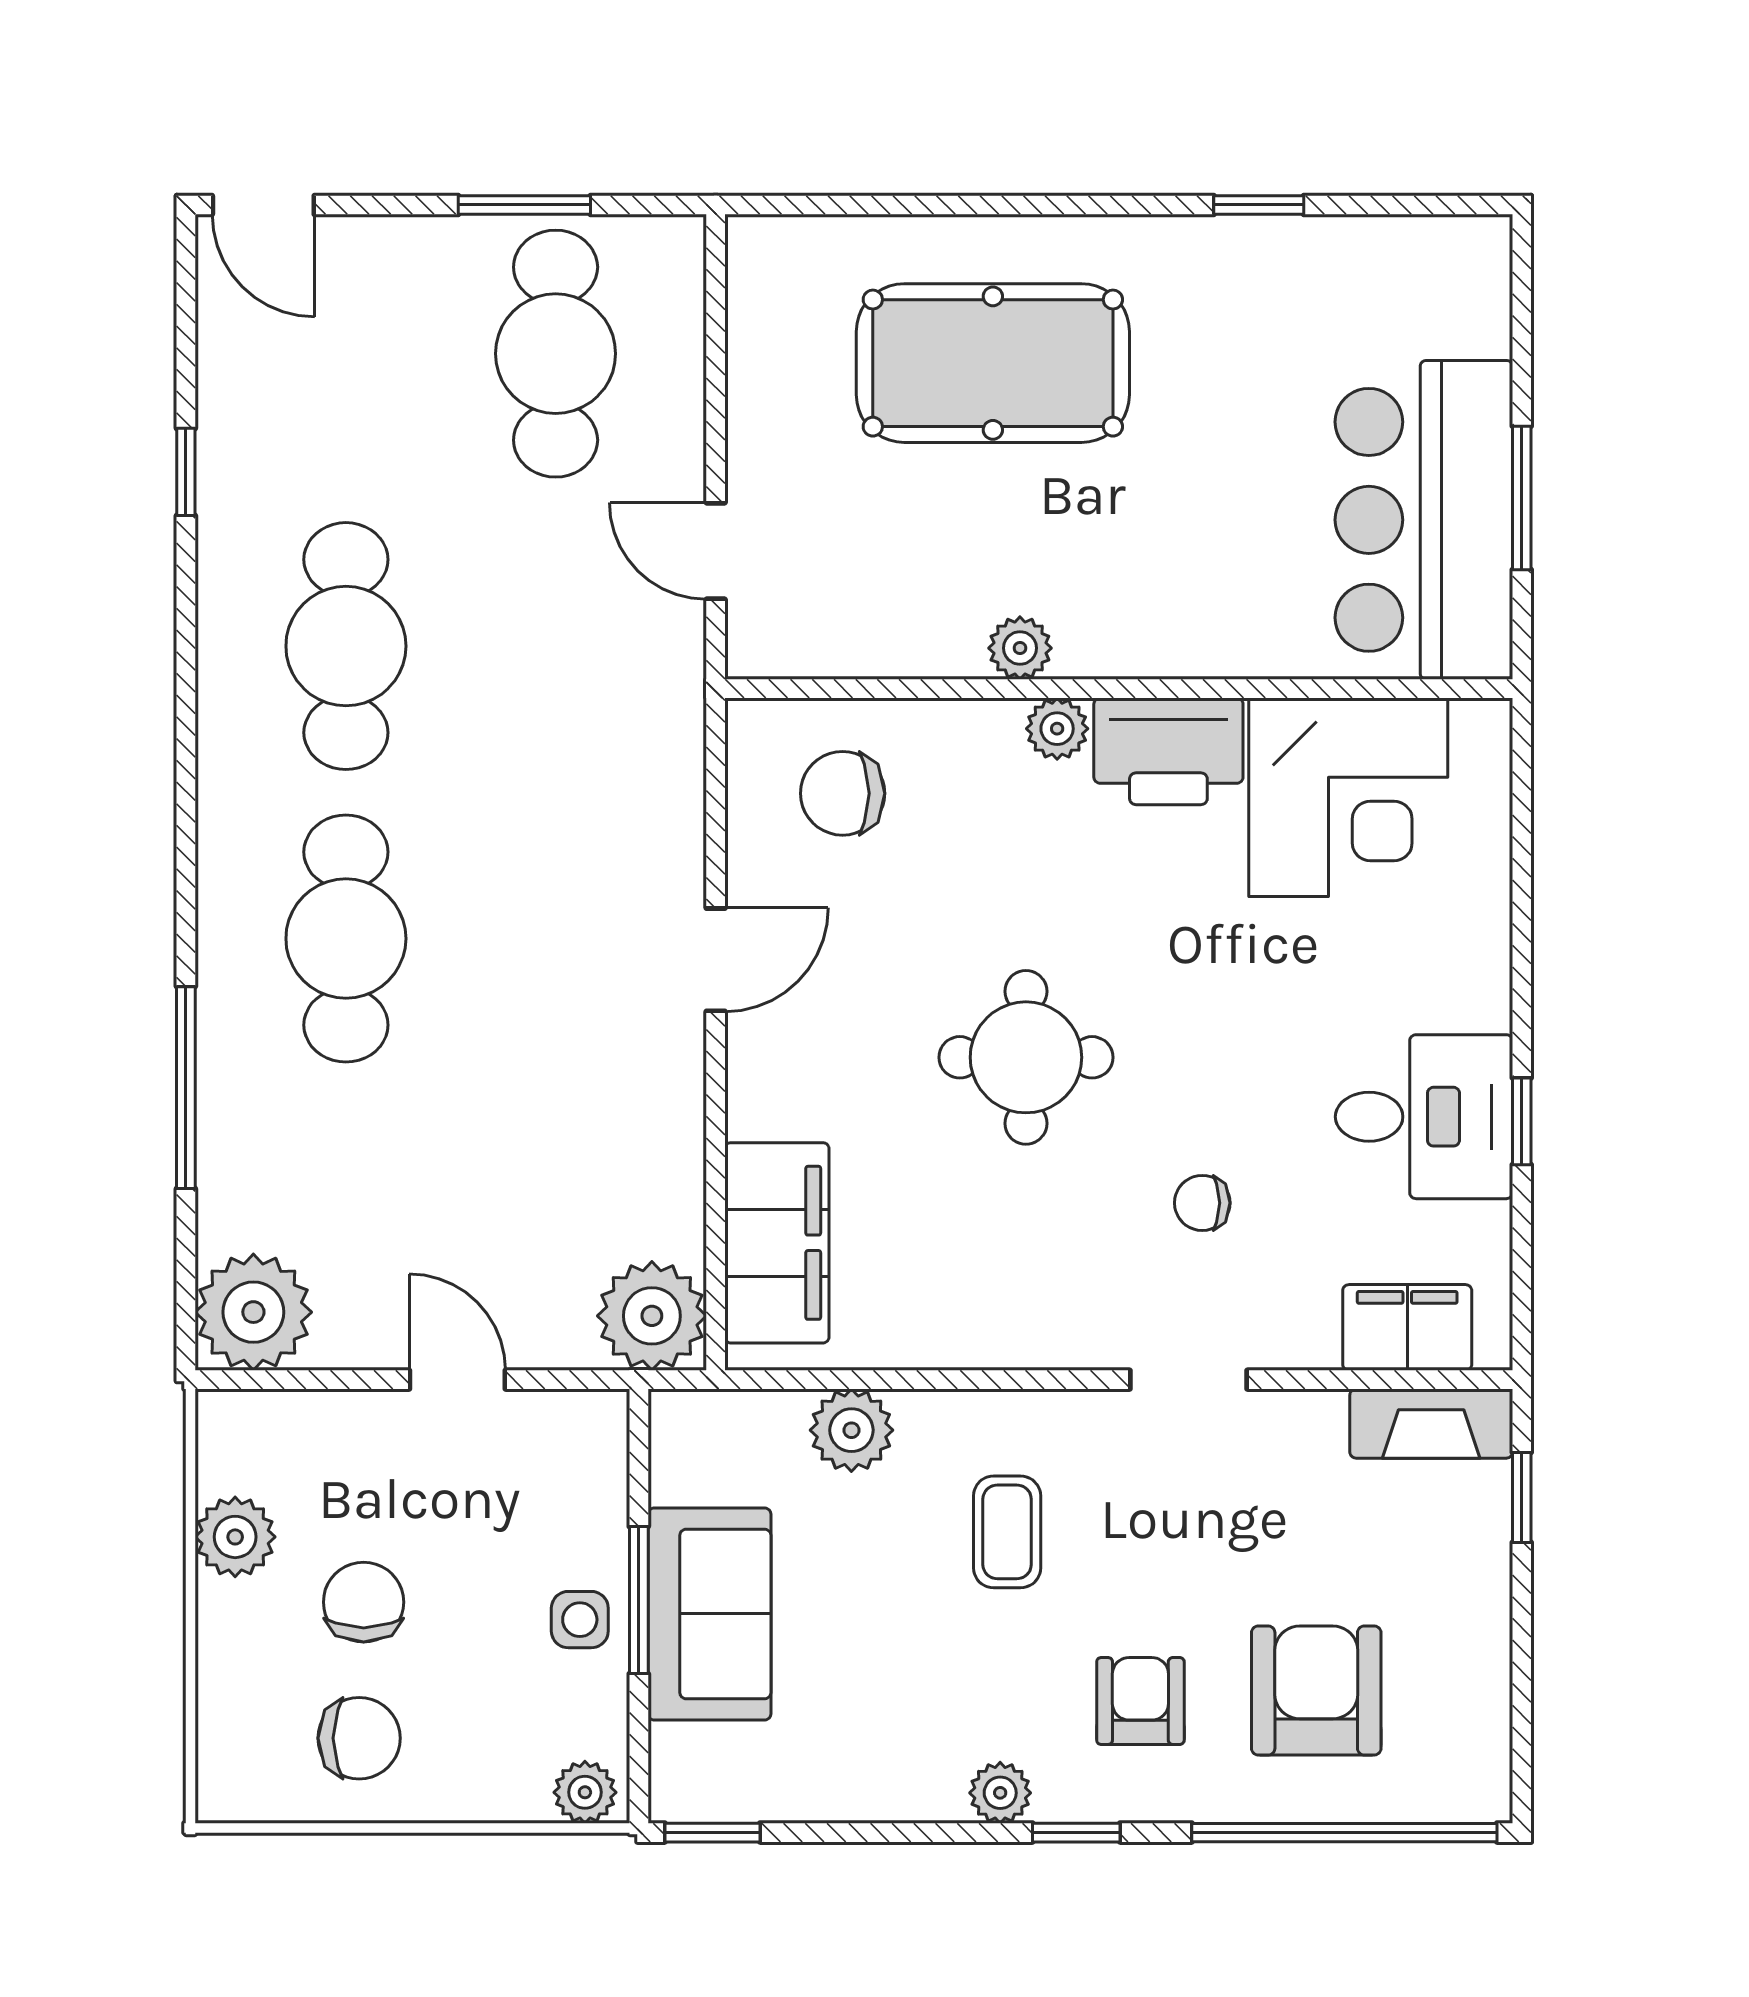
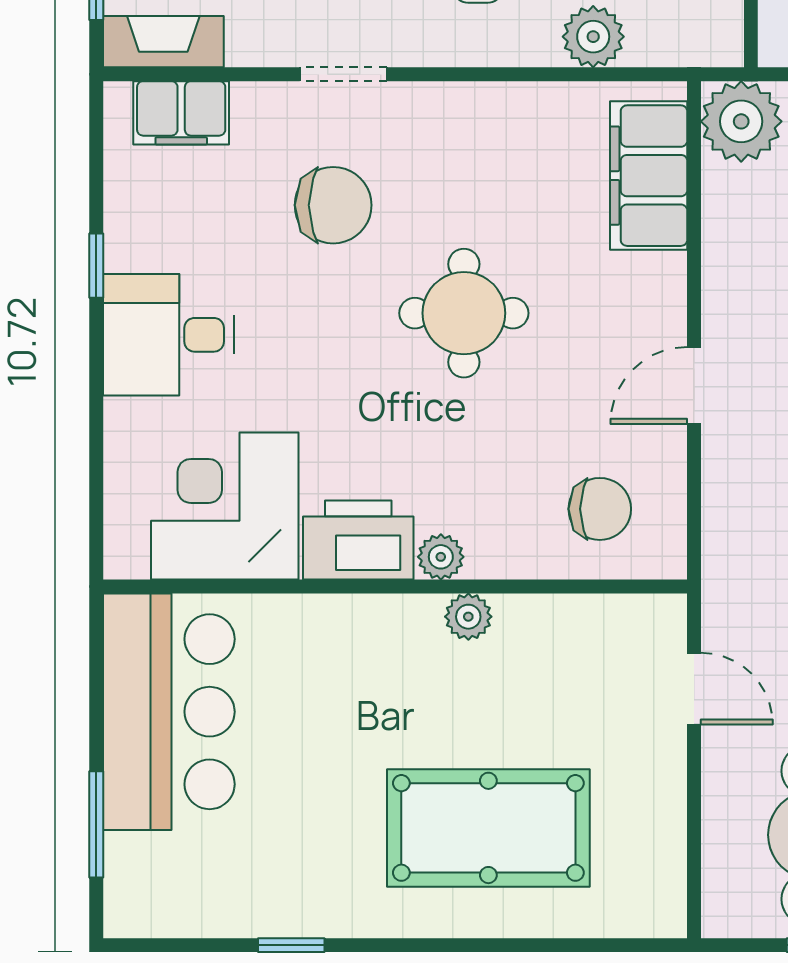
window: (1522, 498) -> (96, 824), moved
desk: (1424, 1117) -> (169, 335), moved
chair: (1202, 1203) -> (333, 205), width x1.87, depth x1.87

